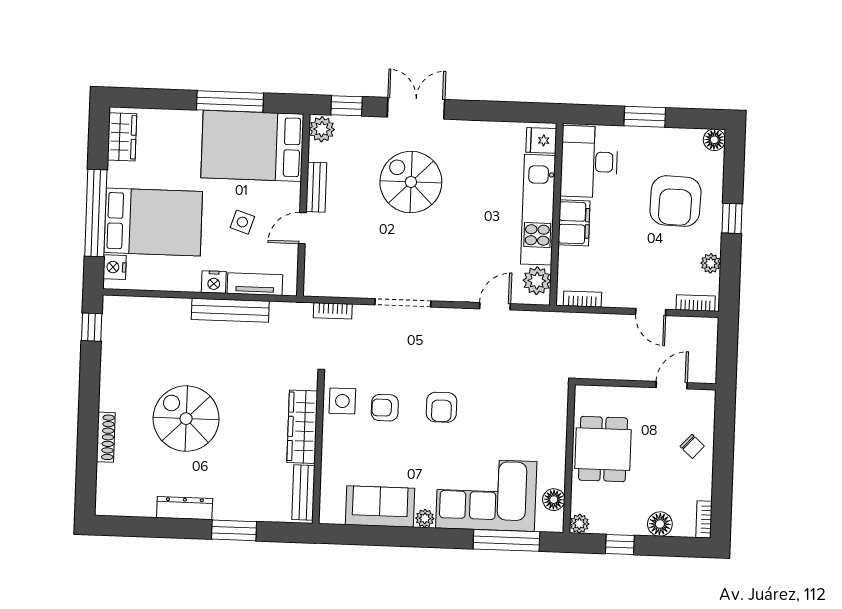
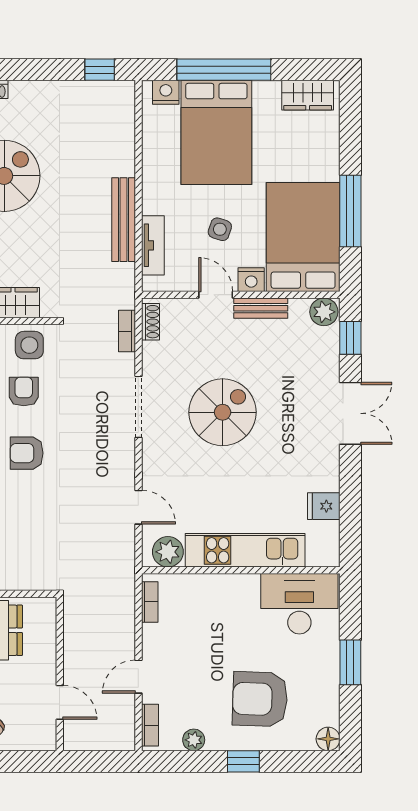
fridge: (541, 140) -> (324, 506), moved, turned -90
spiral stairs: (411, 182) -> (223, 412), moved
filing cabinet: (574, 223) -> (232, 590), removed
nightstand: (214, 282) -> (251, 280), moved, turned -90
shoe rack: (325, 289) -> (151, 322), added

